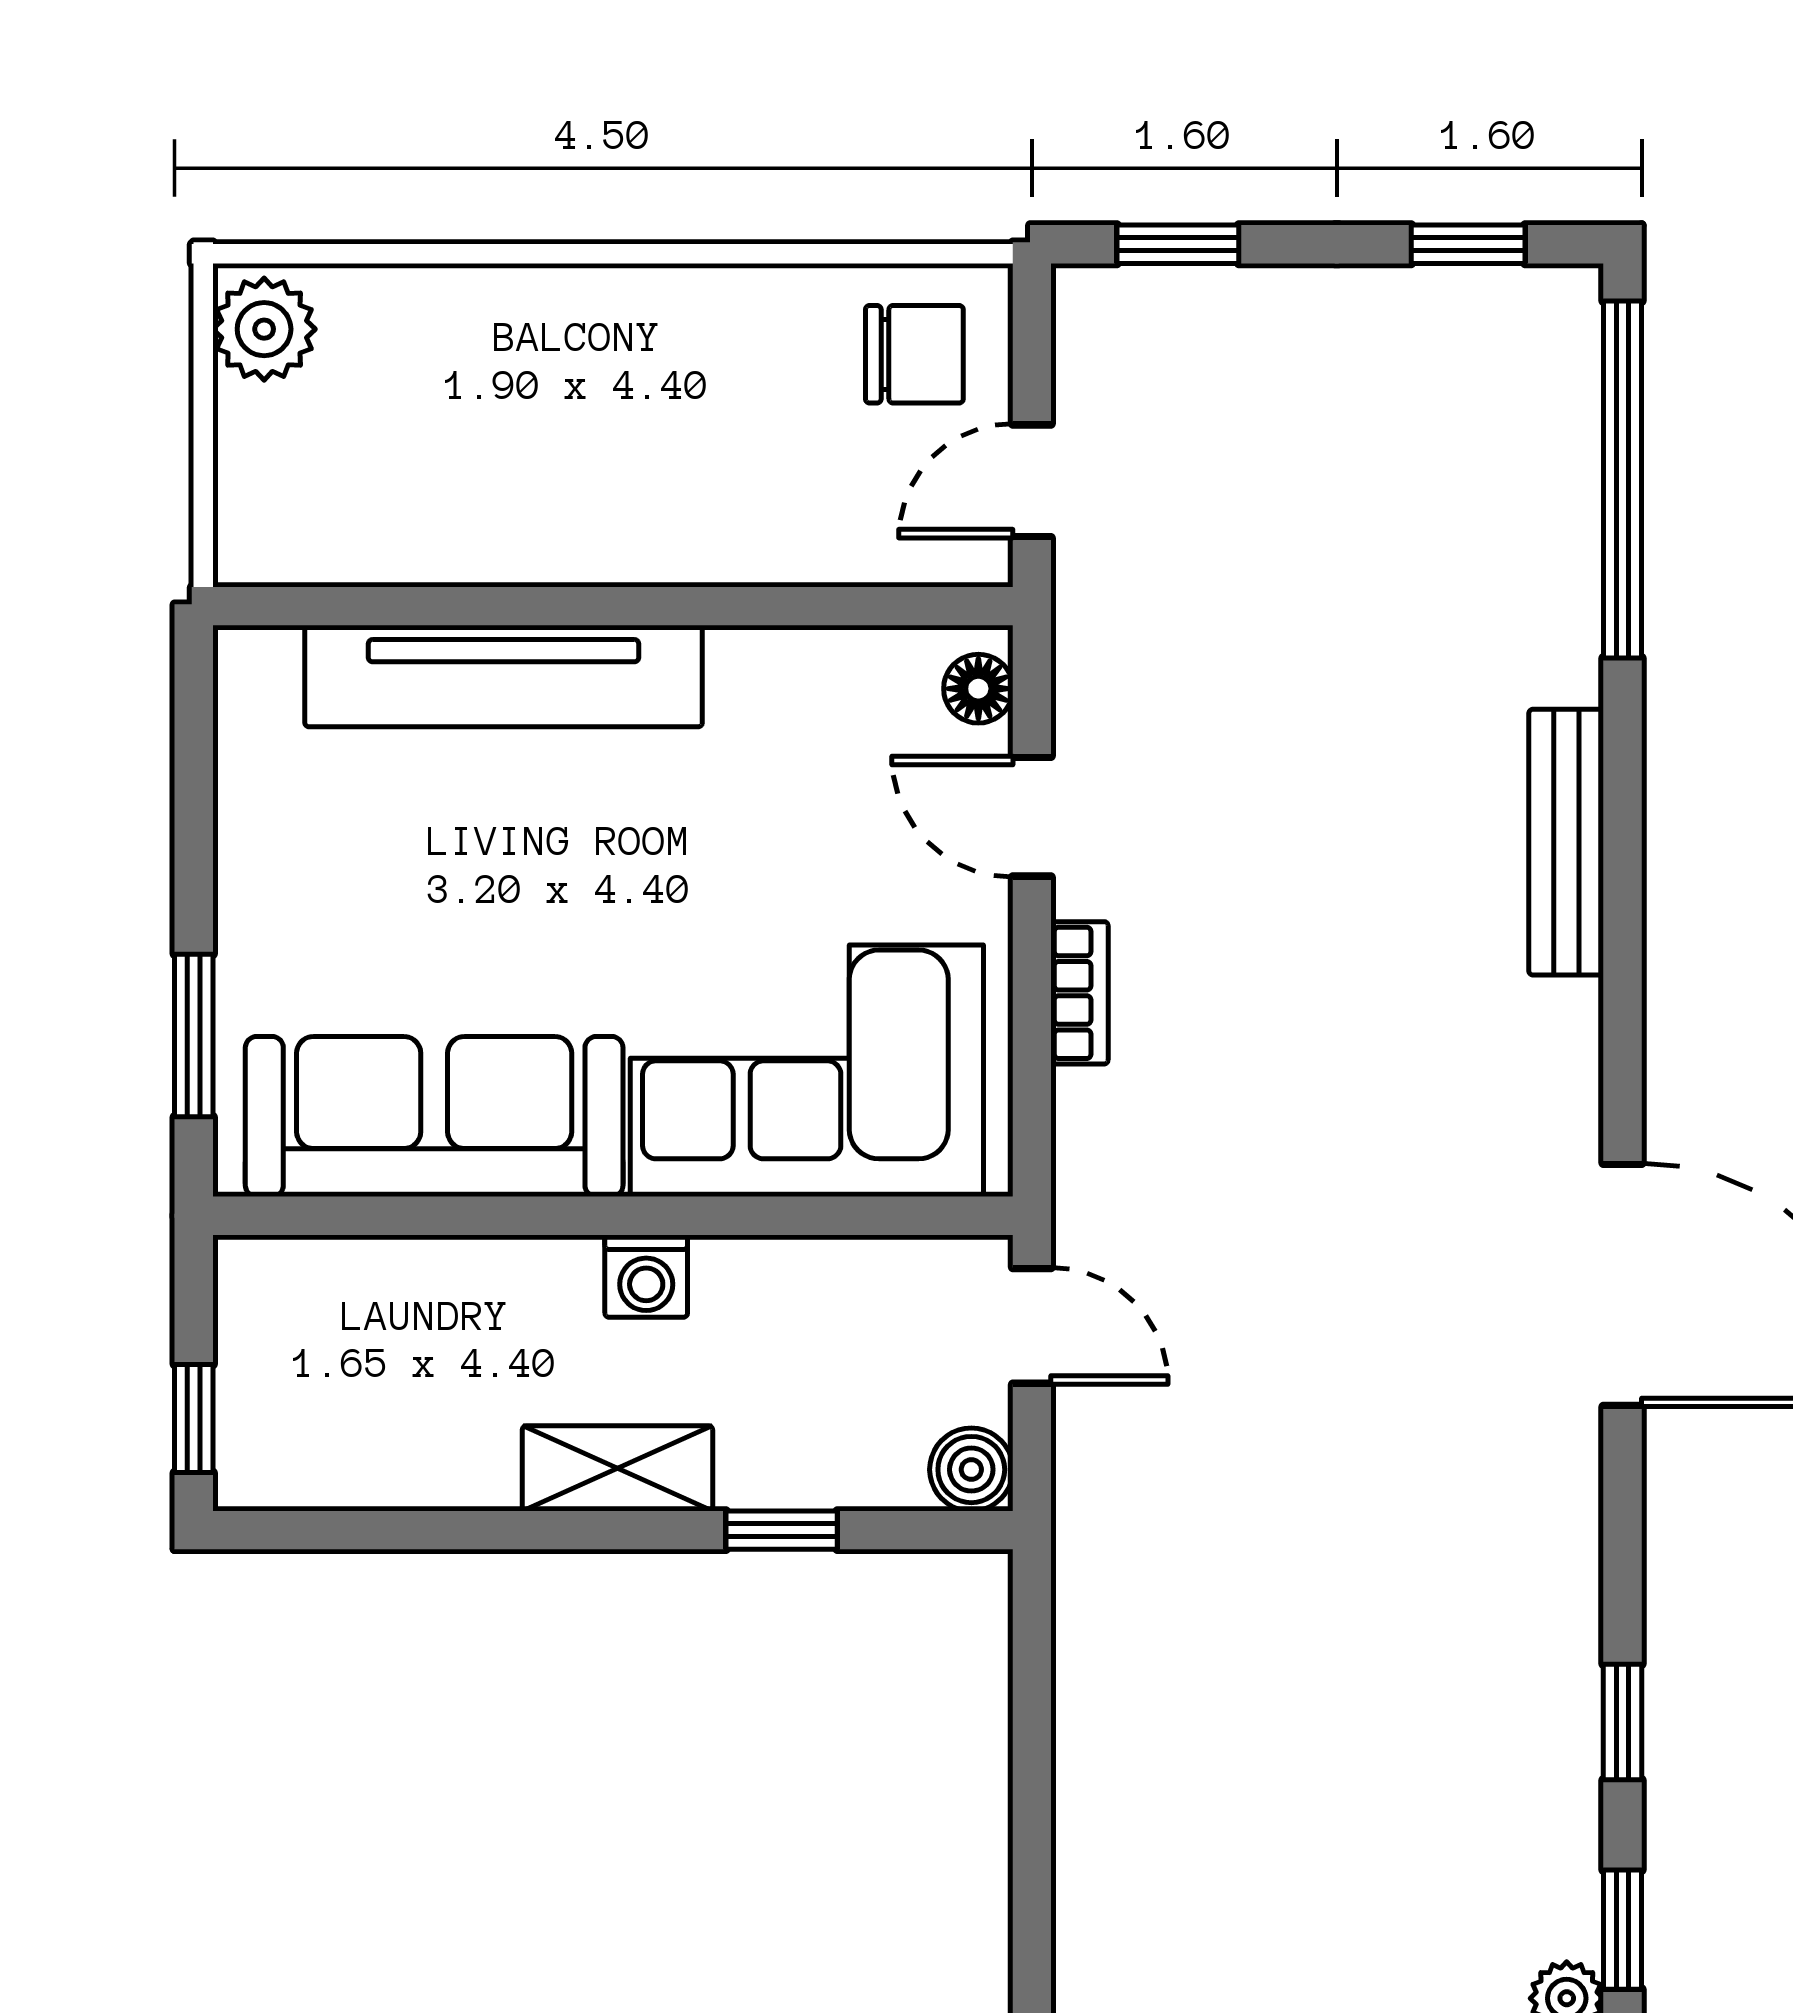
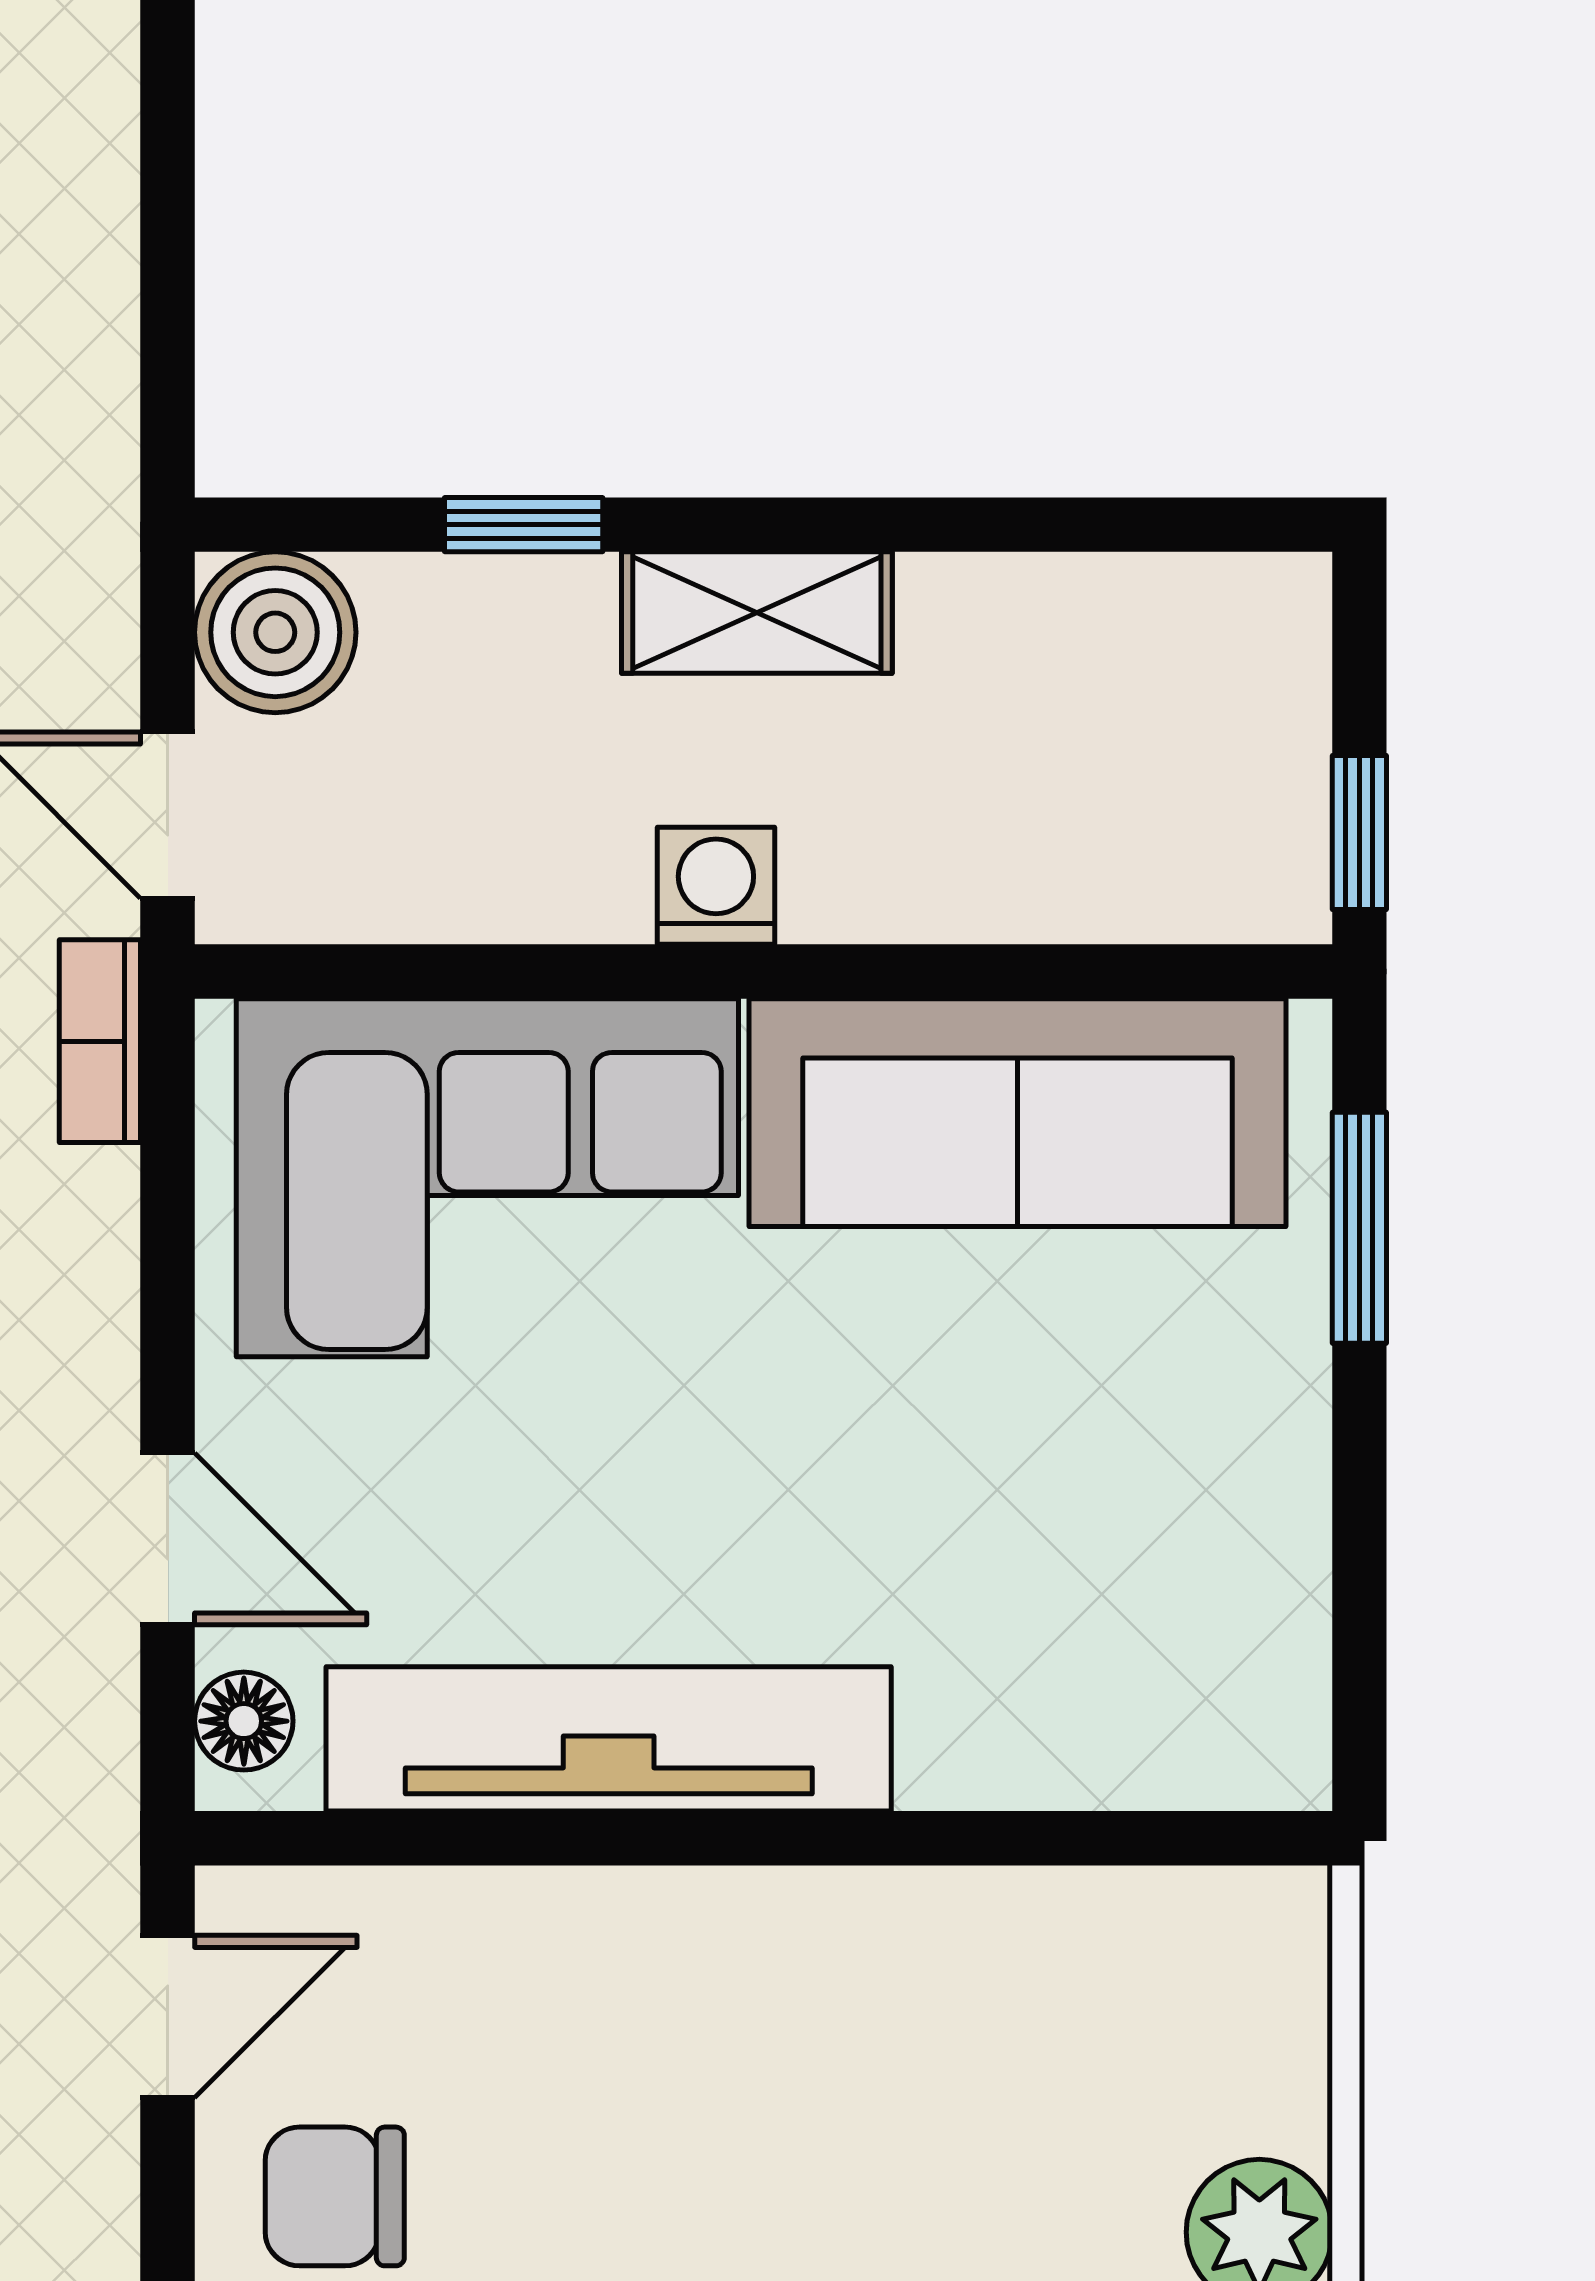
tv unit: (504, 676) -> (609, 1739), moved
bookcase: (1080, 993) -> (100, 1041), moved
window: (194, 1418) -> (1359, 832), moved
boiler: (971, 1470) -> (275, 632), width x1.36, depth x1.36

